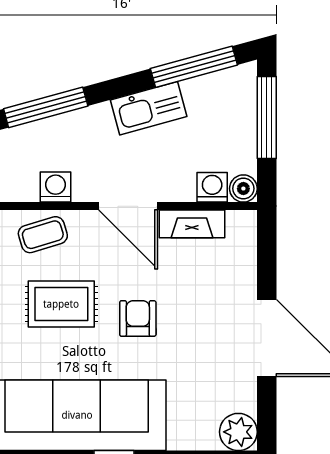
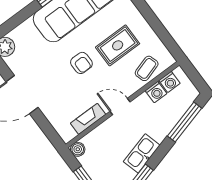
washing machine: (212, 187) -> (169, 82), moved
door: (128, 206) -> (120, 107), width x0.73

